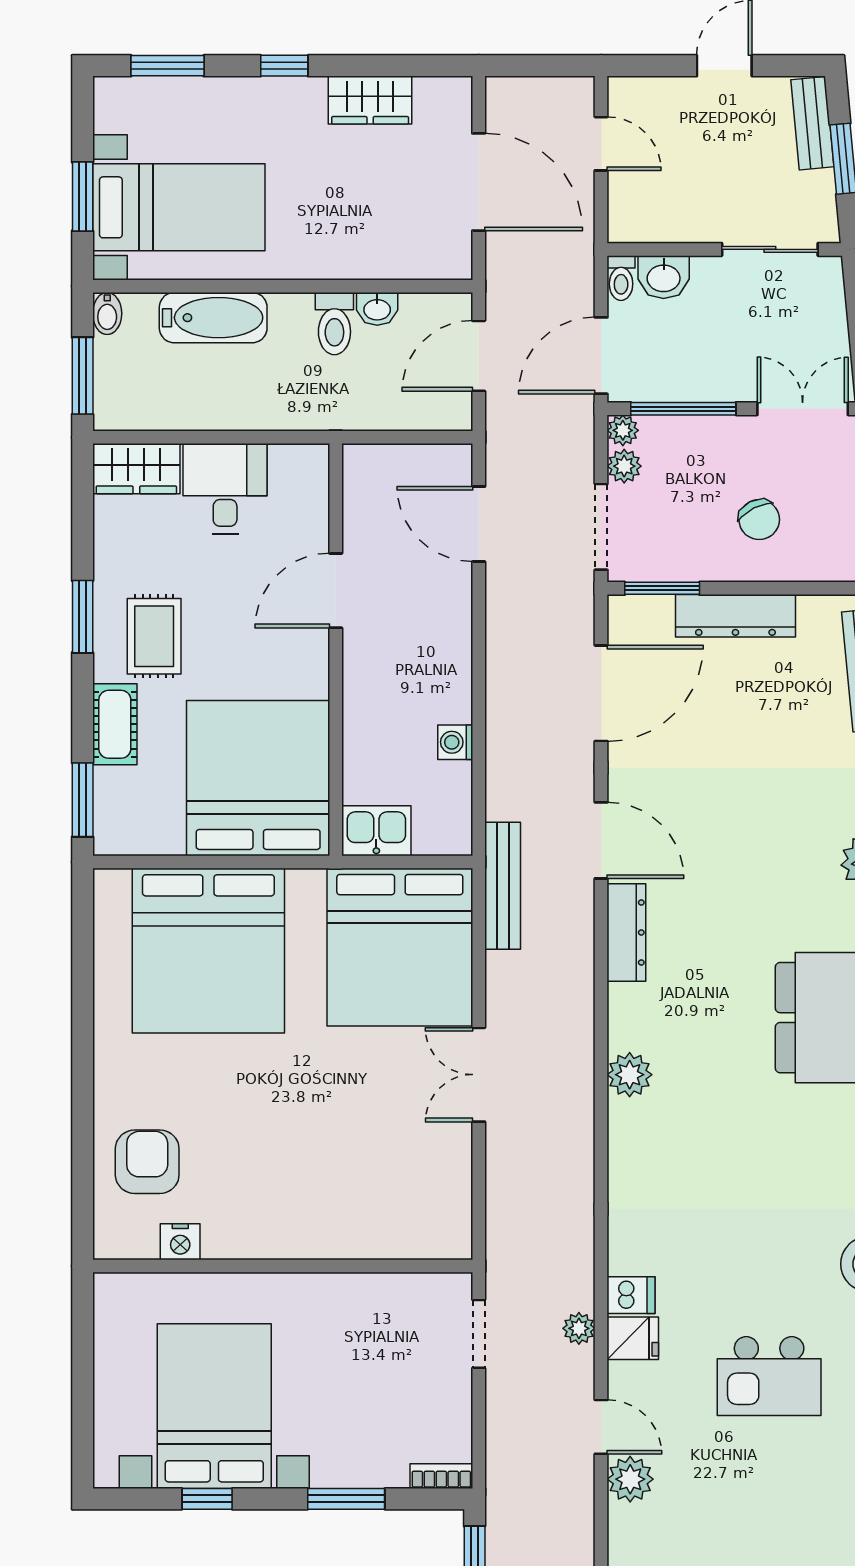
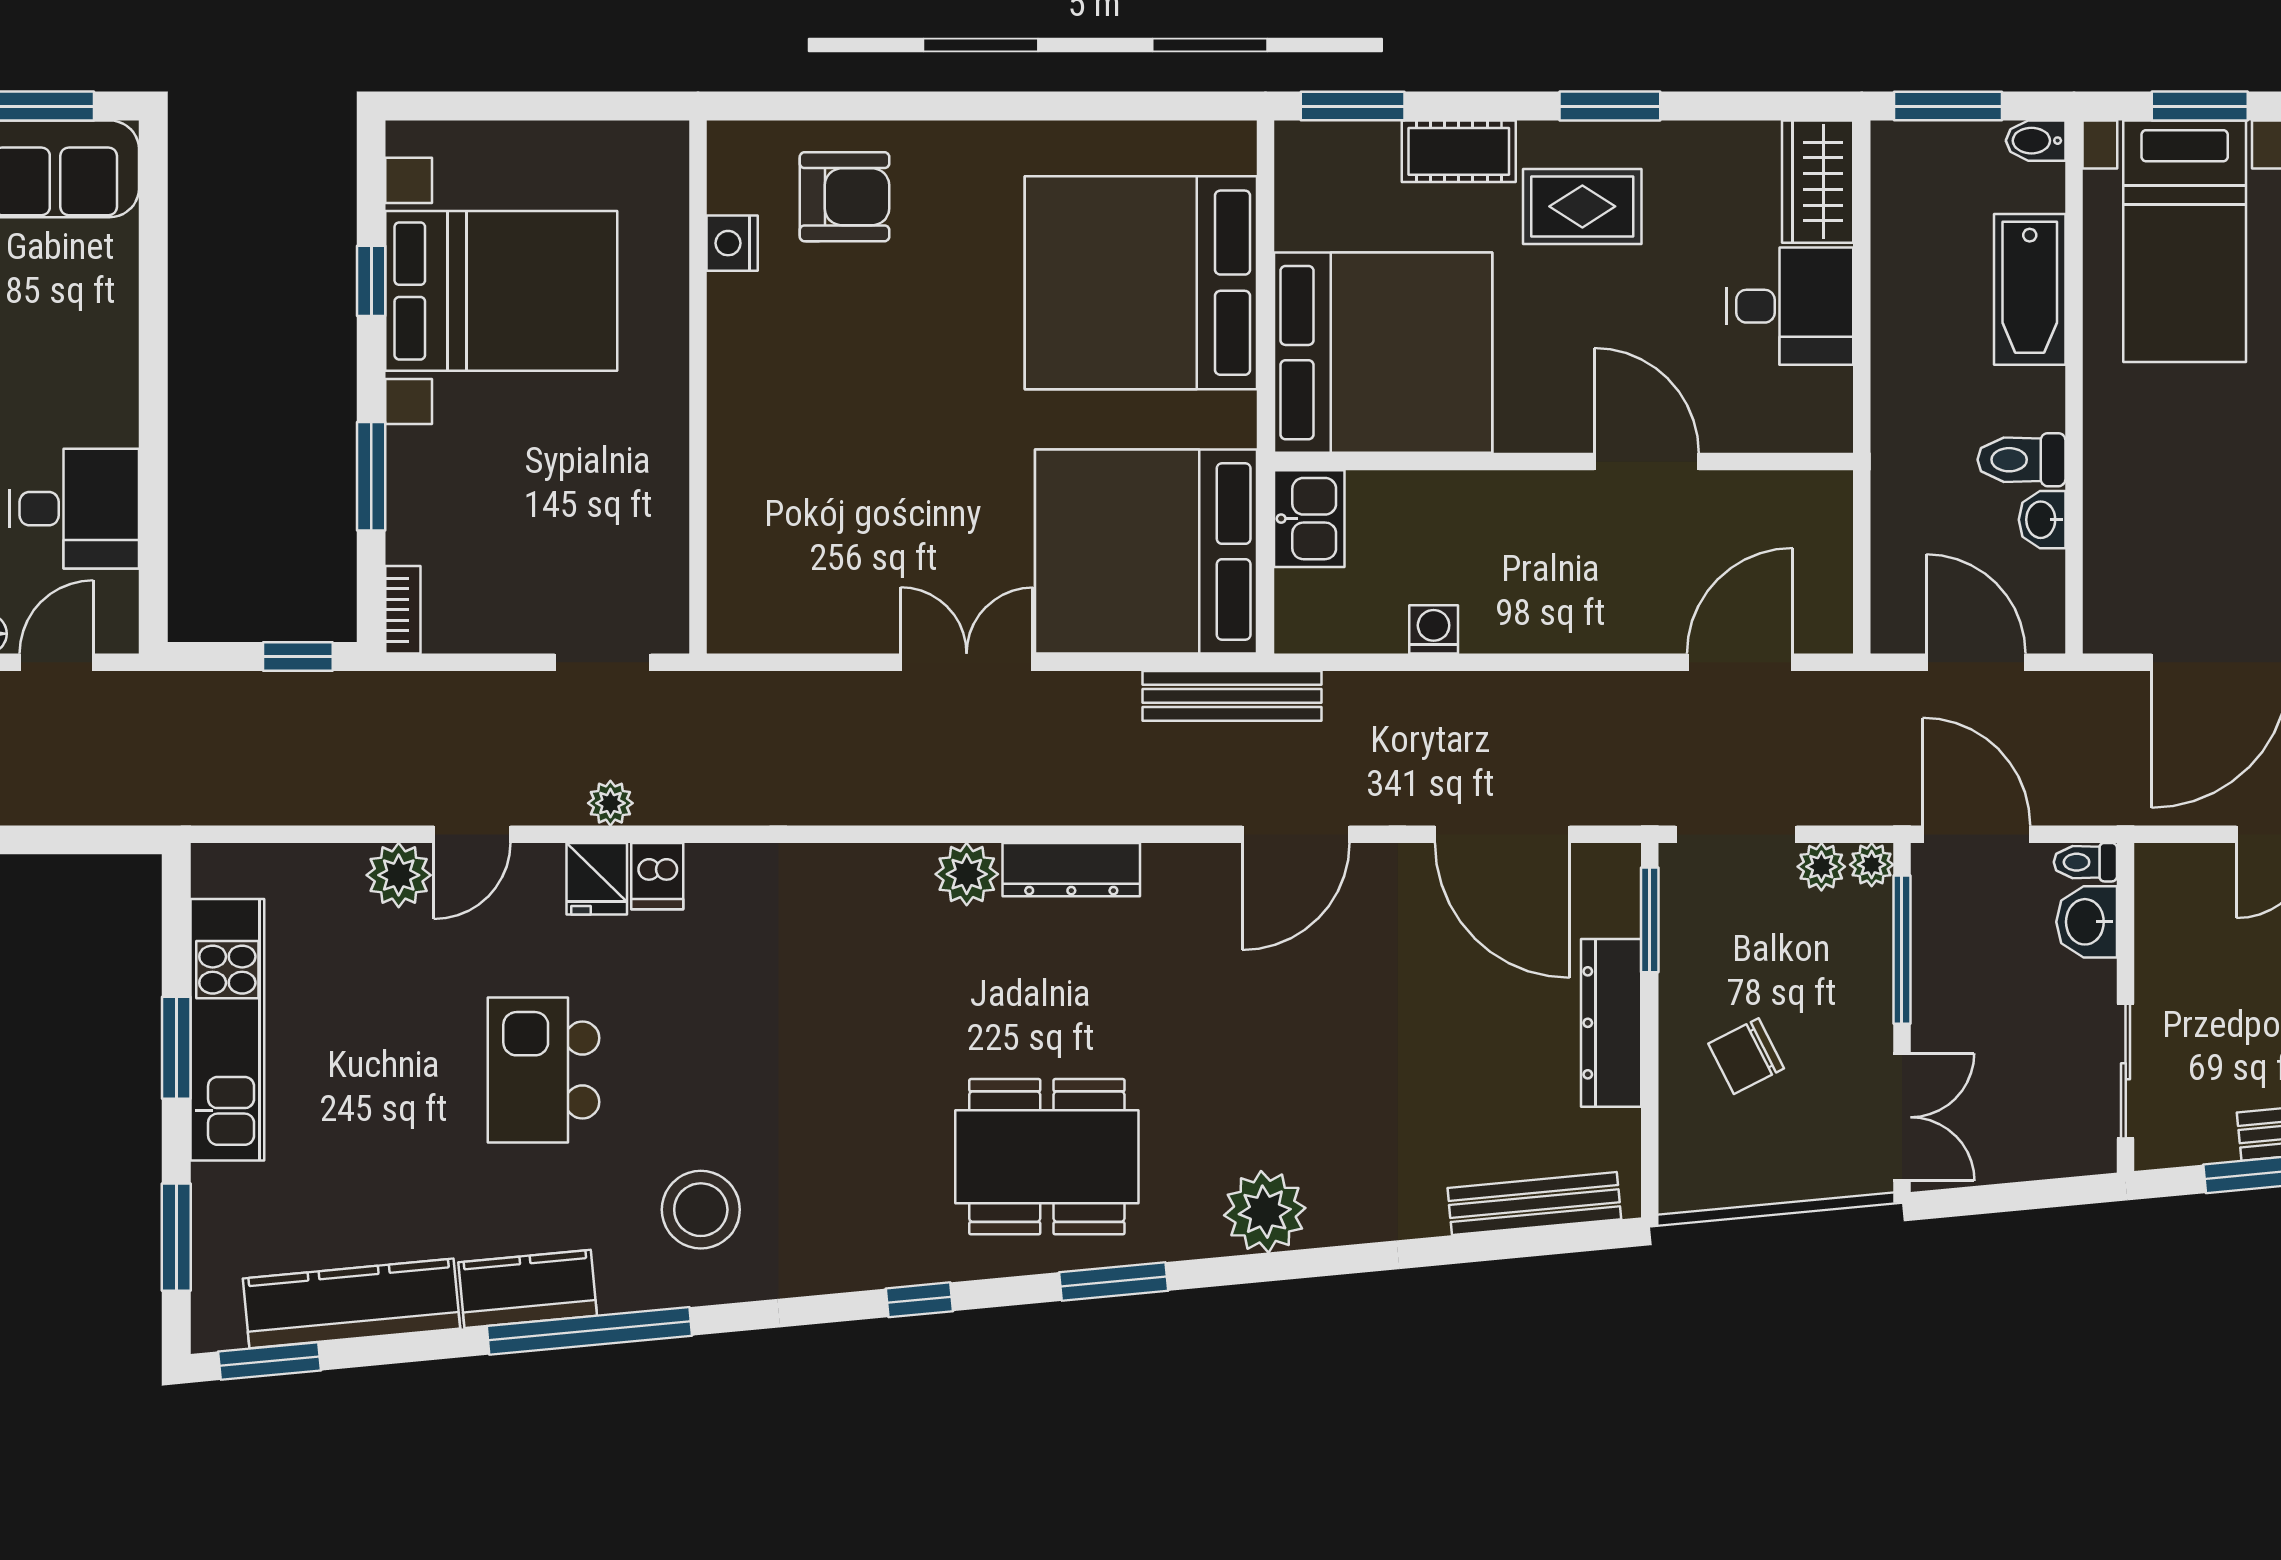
dresser: (626, 932) -> (1071, 870), moved

